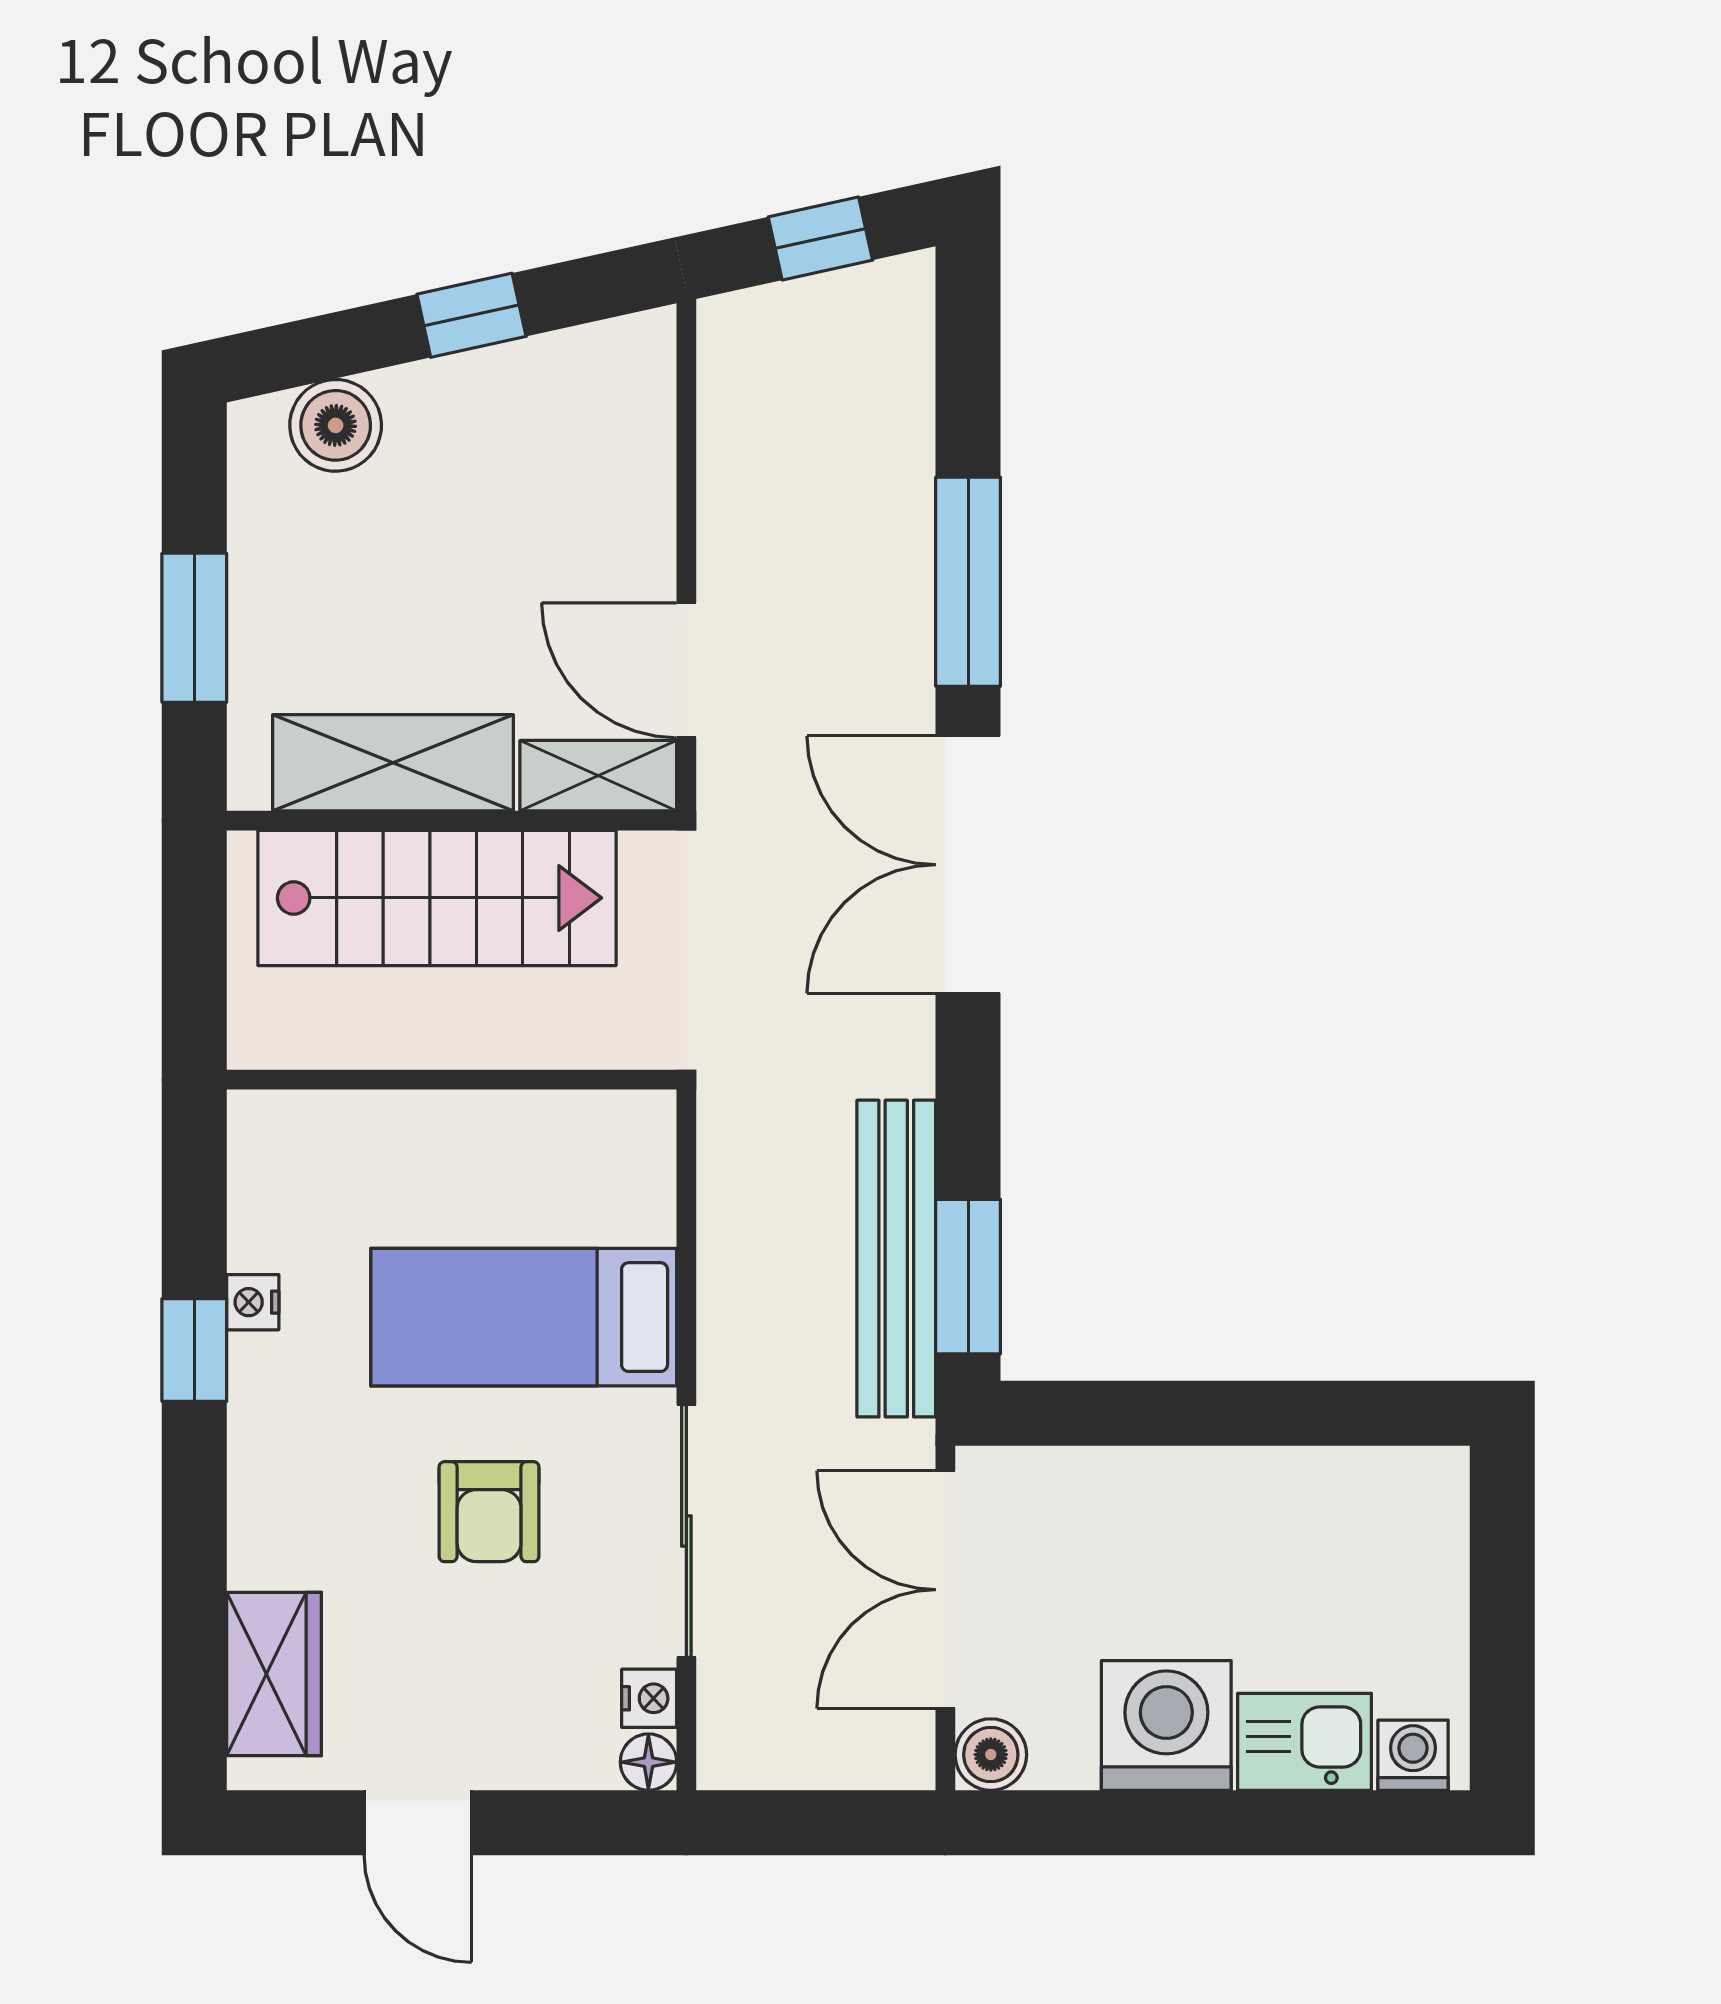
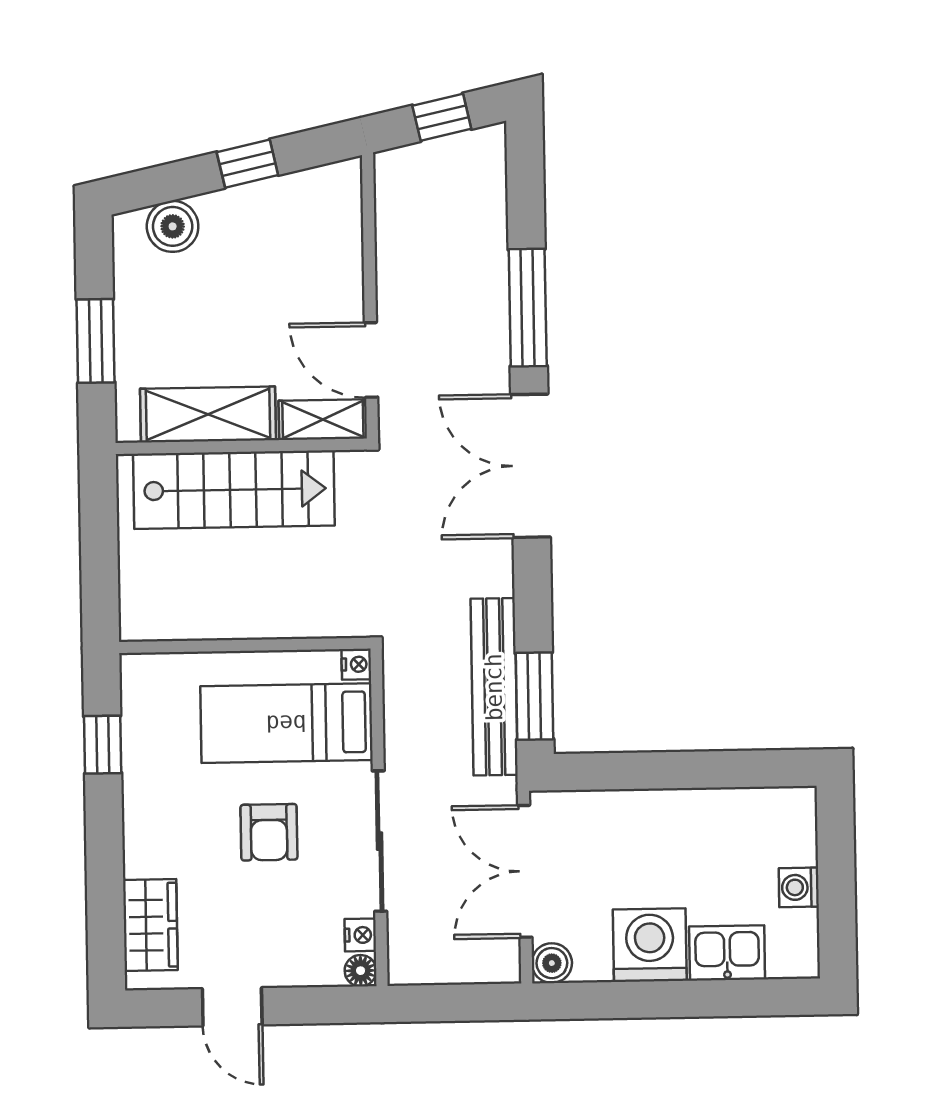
wall: (452, 1080) -> (245, 645), moved
nightstand: (253, 1302) -> (356, 664), moved, turned 180
washing machine: (1413, 1755) -> (799, 887), moved, turned -90

